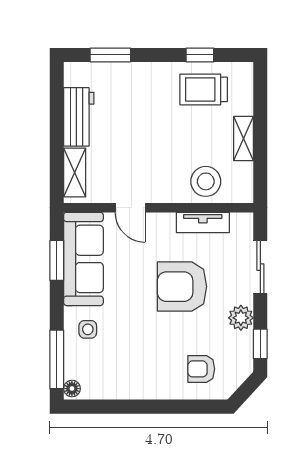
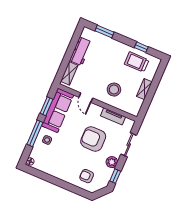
stool: (206, 181) -> (114, 90), moved
window: (57, 359) -> (35, 133), moved

